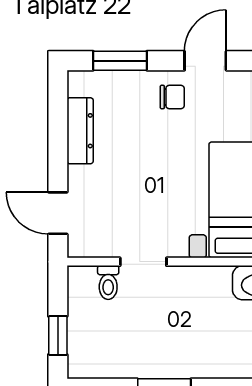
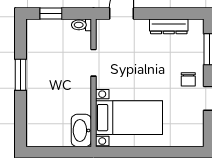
toilet: (108, 282) -> (81, 25), moved

